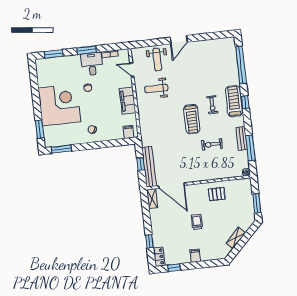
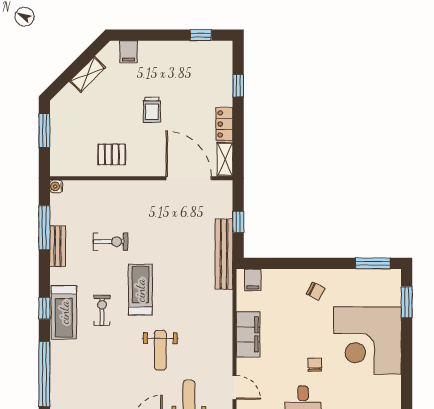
weight bench: (156, 88) -> (160, 350), moved, turned 90
bench: (149, 167) -> (224, 254), moved
filing cabinet: (195, 256) -> (128, 52), moved
locker: (159, 257) -> (224, 124), moved

